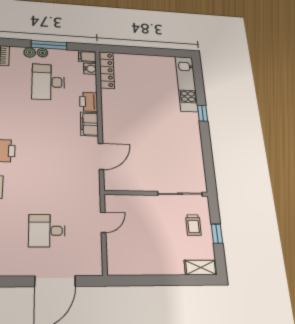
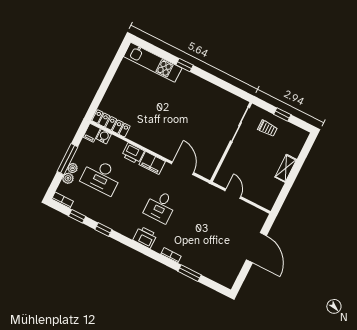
desk: (47, 231) -> (160, 206), moved
shelving: (201, 268) -> (286, 168), moved

